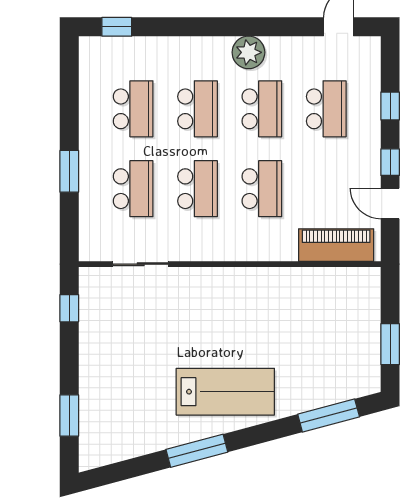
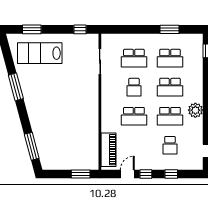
school desk: (326, 109) -> (170, 145), width x0.54
window: (69, 171) -> (169, 29), moved
school desk: (197, 189) -> (134, 87), width x0.54
window: (390, 344) -> (81, 174), moved
lab bench: (225, 392) -> (40, 53), moved, turned 90

